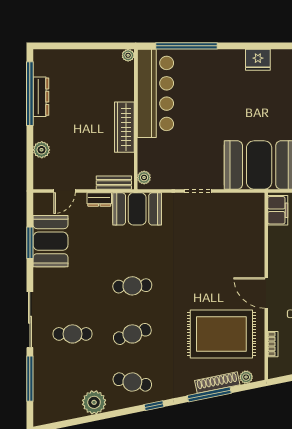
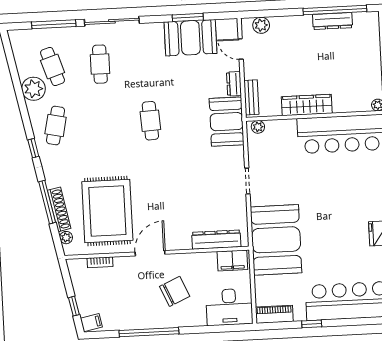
plant: (42, 150) -> (261, 25), moved
dresser: (256, 225) -> (216, 240), added
cafe table: (132, 334) -> (53, 66), moved

